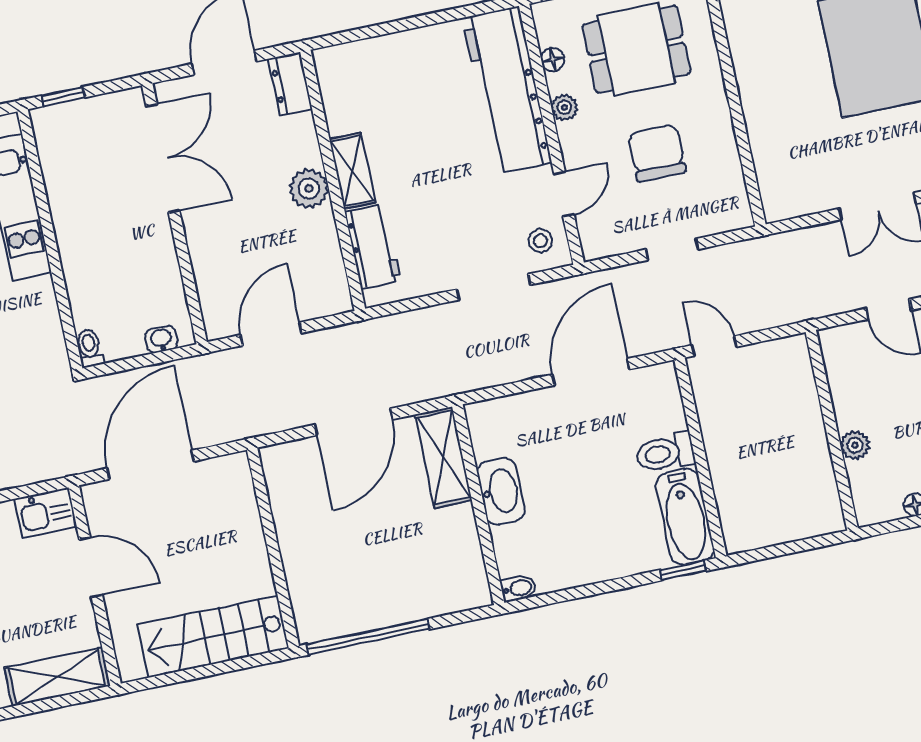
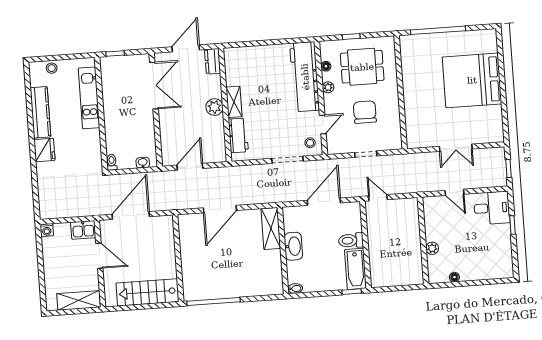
shelving: (443, 457) -> (271, 228), moved
washbasin: (501, 491) -> (293, 246), moved
wall: (478, 505) -> (283, 251), moved
bidet: (518, 588) -> (295, 289), moved

